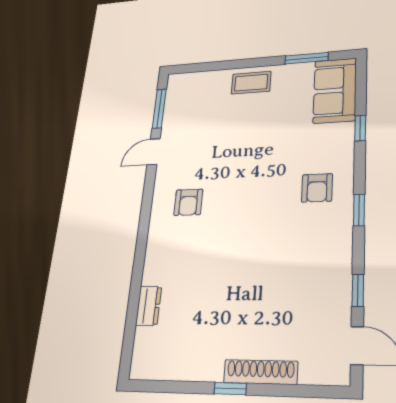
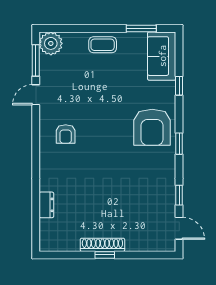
plant: (182, 87) -> (51, 43), added
armchair: (317, 188) -> (152, 127), width x1.88, depth x1.88
shoe rack: (261, 372) -> (102, 245), moved

